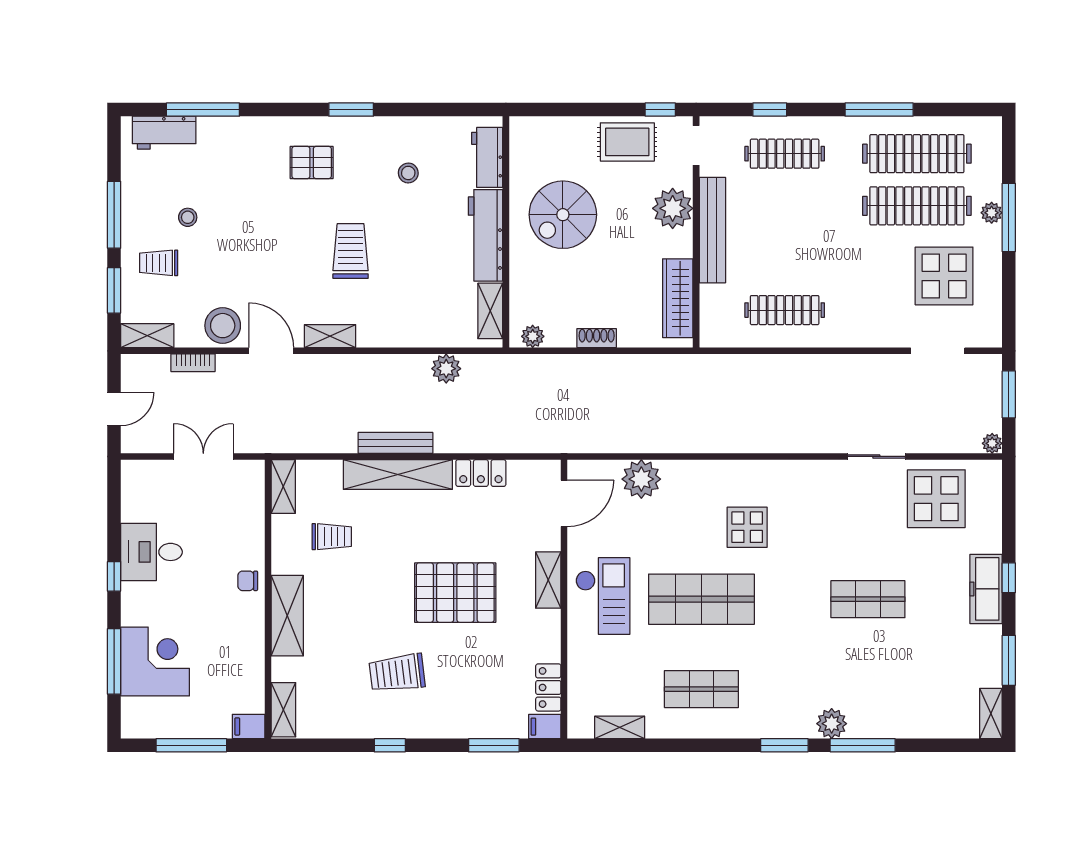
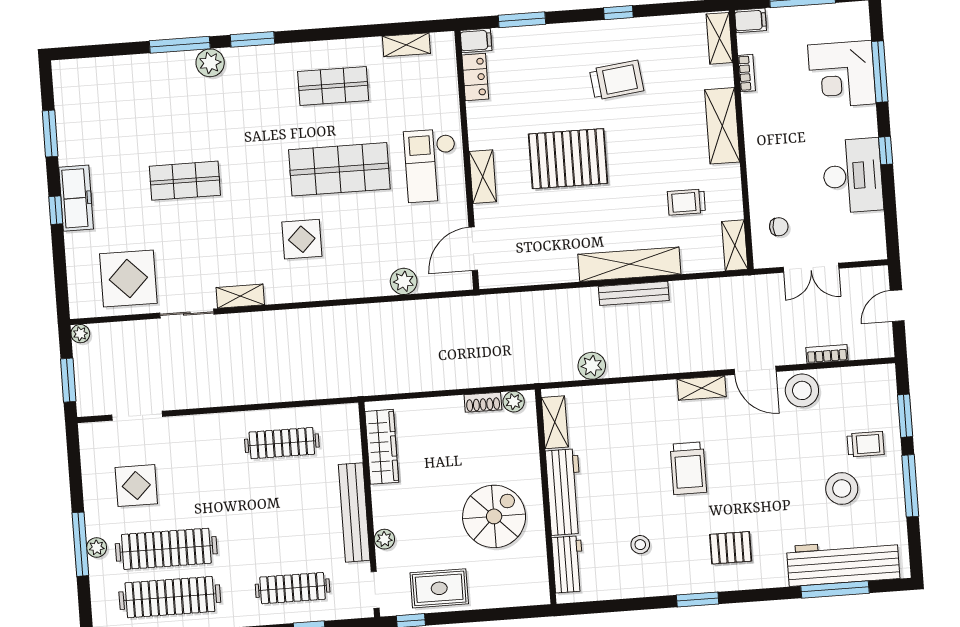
workbench: (164, 133) -> (843, 562), width x1.88, depth x1.32
plant: (673, 208) -> (384, 539), width x0.53, depth x0.53
stool: (188, 217) -> (842, 488), width x1.89, depth x1.89
display table: (944, 276) -> (136, 486), width x0.73, depth x0.73
shelving: (147, 336) -> (871, 376), removed
shoe rack: (597, 338) -> (483, 402), moved
locker: (481, 473) -> (552, 271), removed
plant: (641, 479) -> (404, 281), width x0.73, depth x0.73
desk: (151, 552) -> (853, 176), width x1.37
chair: (248, 581) -> (779, 227), moved
bookcase: (257, 670) -> (747, 73), added
shelving: (991, 714) -> (240, 296), moved, turned 90

